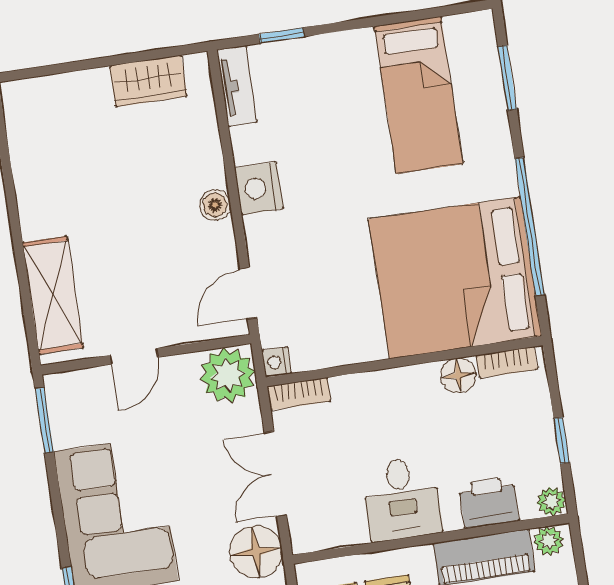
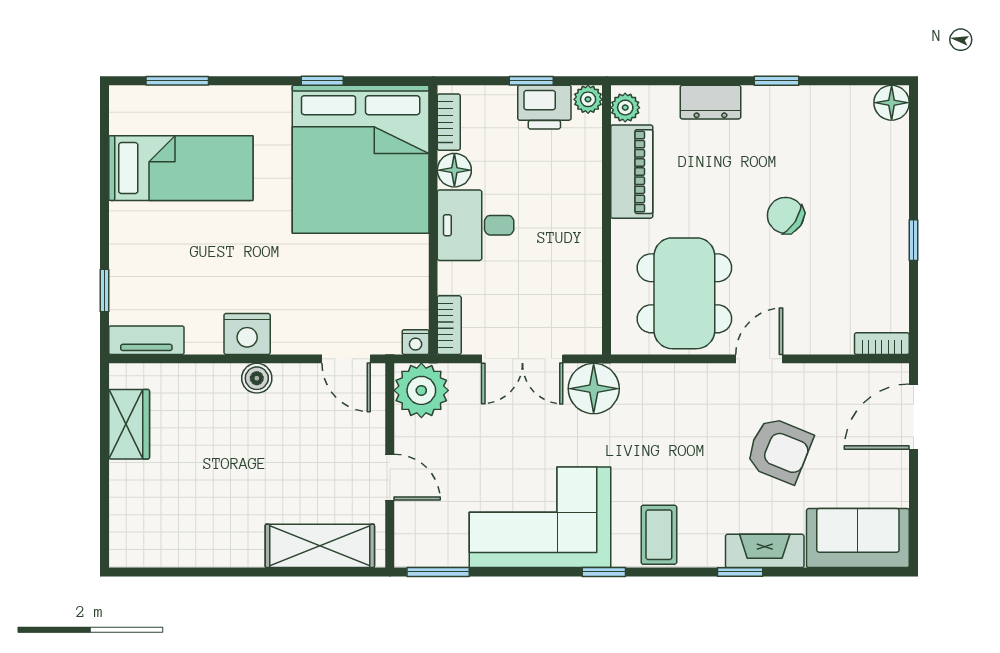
window: (530, 226) -> (322, 81), width x0.32
desk: (402, 499) -> (476, 225), moved, turned 180
printer: (489, 503) -> (544, 107), moved, turned -90

